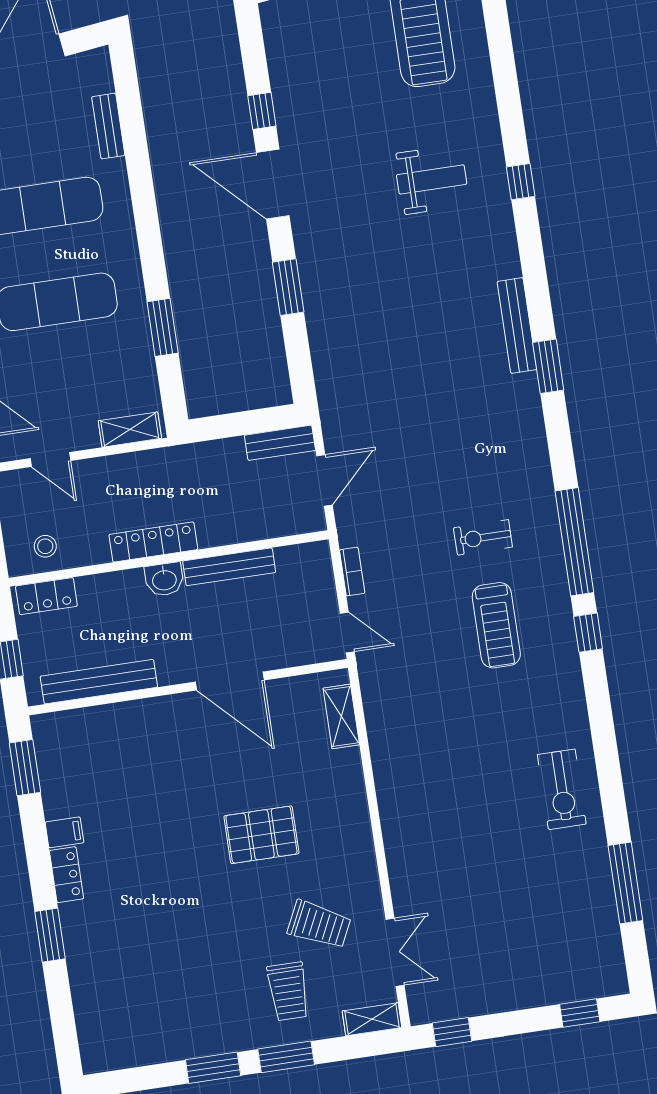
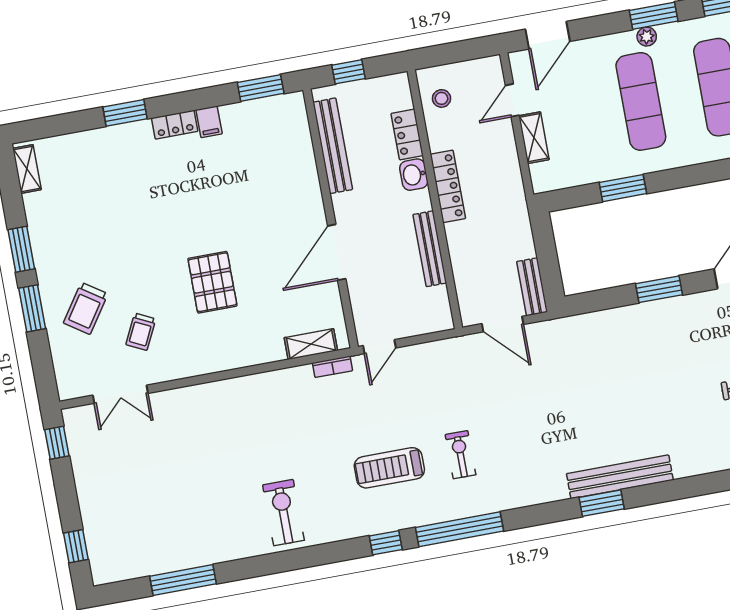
bench: (517, 326) -> (620, 477), width x1.37, depth x1.21
shelving: (130, 430) -> (534, 138), moved
bookcase: (352, 572) -> (332, 367), moved
washbasin: (164, 579) -> (414, 175), moved
locker: (46, 596) -> (407, 135), moved
exercise bike: (562, 789) -> (283, 513), moved, turned 90
trolley: (319, 925) -> (141, 332), width x0.73, depth x0.72
trolley: (288, 991) -> (86, 308), turned -56
shelving: (372, 1019) -> (27, 169), moved

